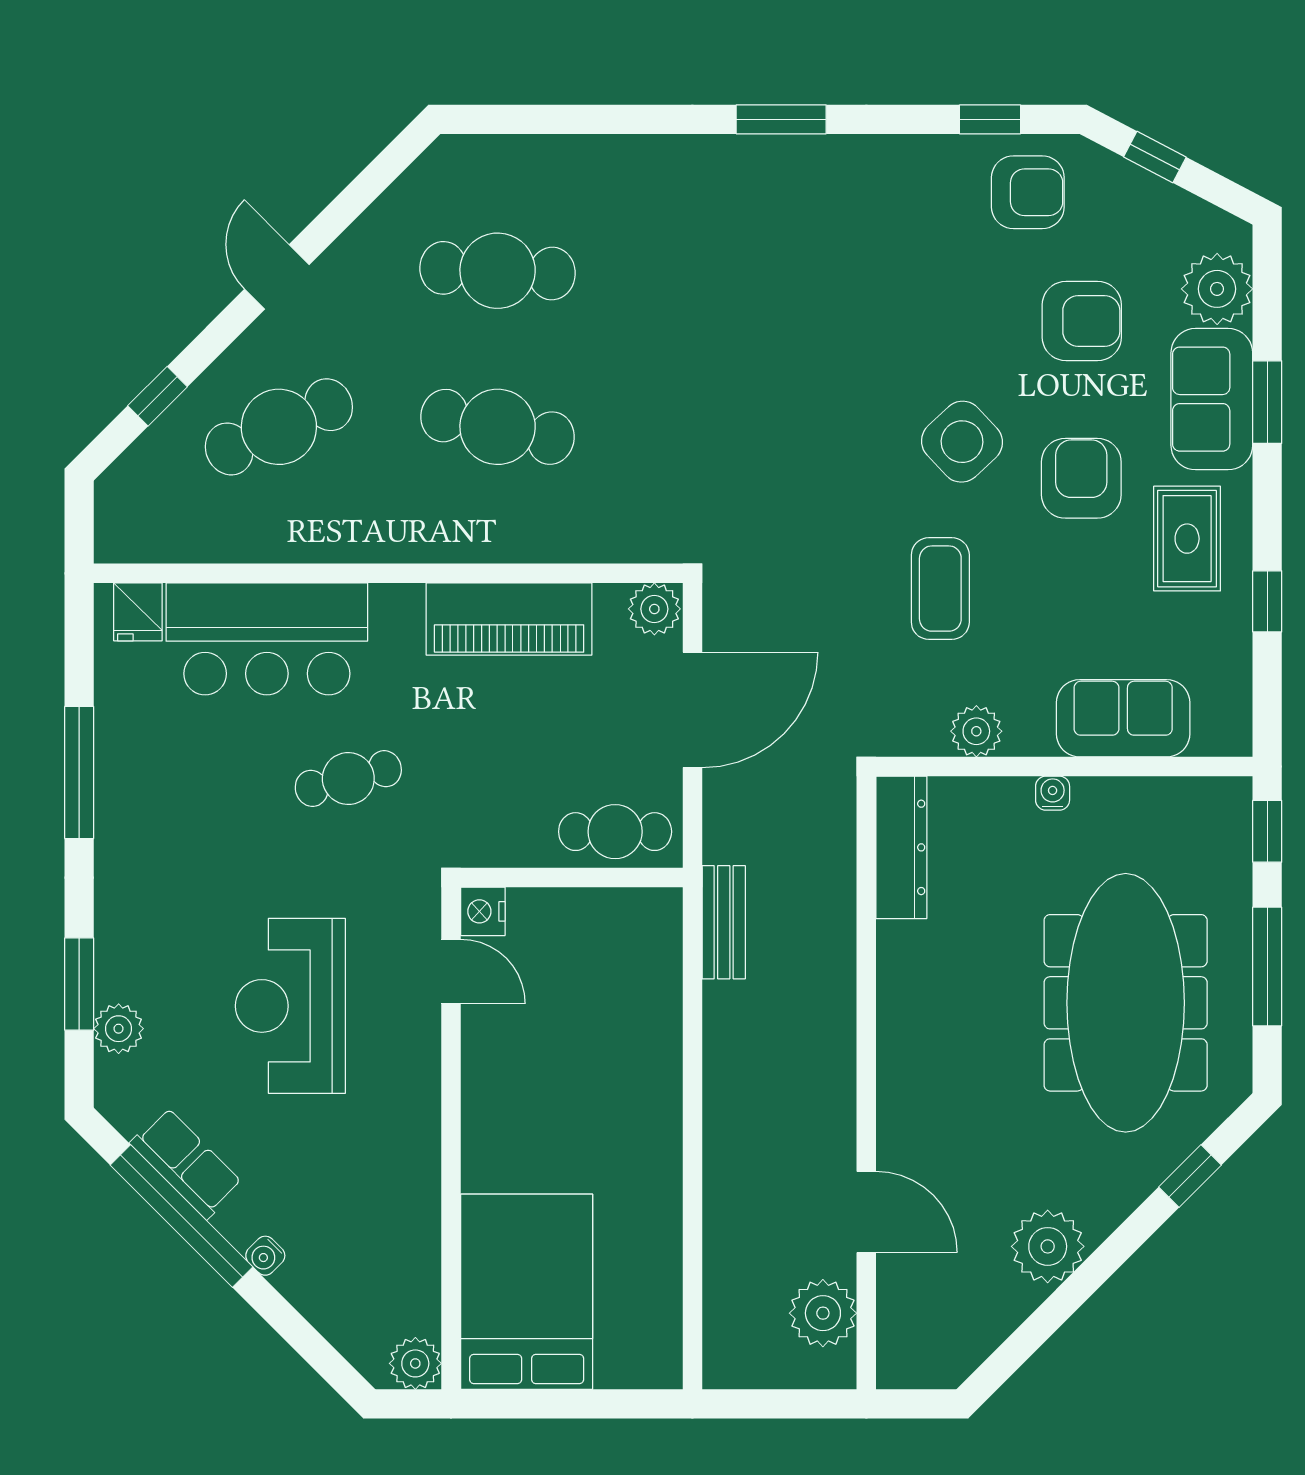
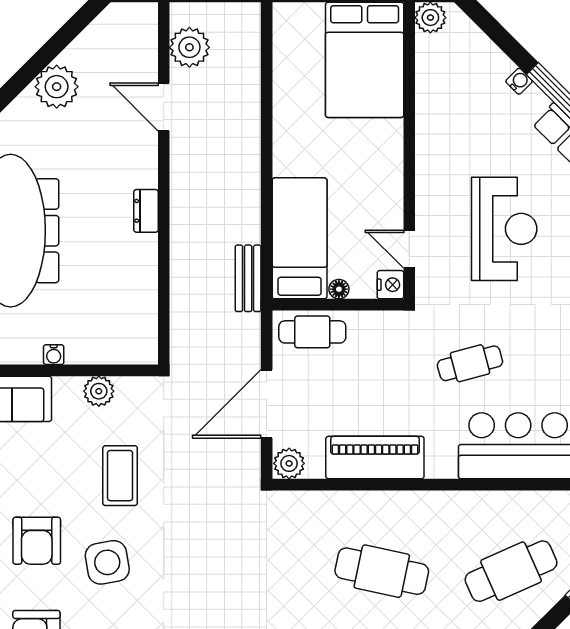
side table: (962, 442) -> (107, 562), turned 33
dresser: (901, 847) -> (146, 211), moved, width x0.51, depth x0.80
floor lamp: (570, 904) -> (339, 289), added
bed: (637, 990) -> (300, 238), added

